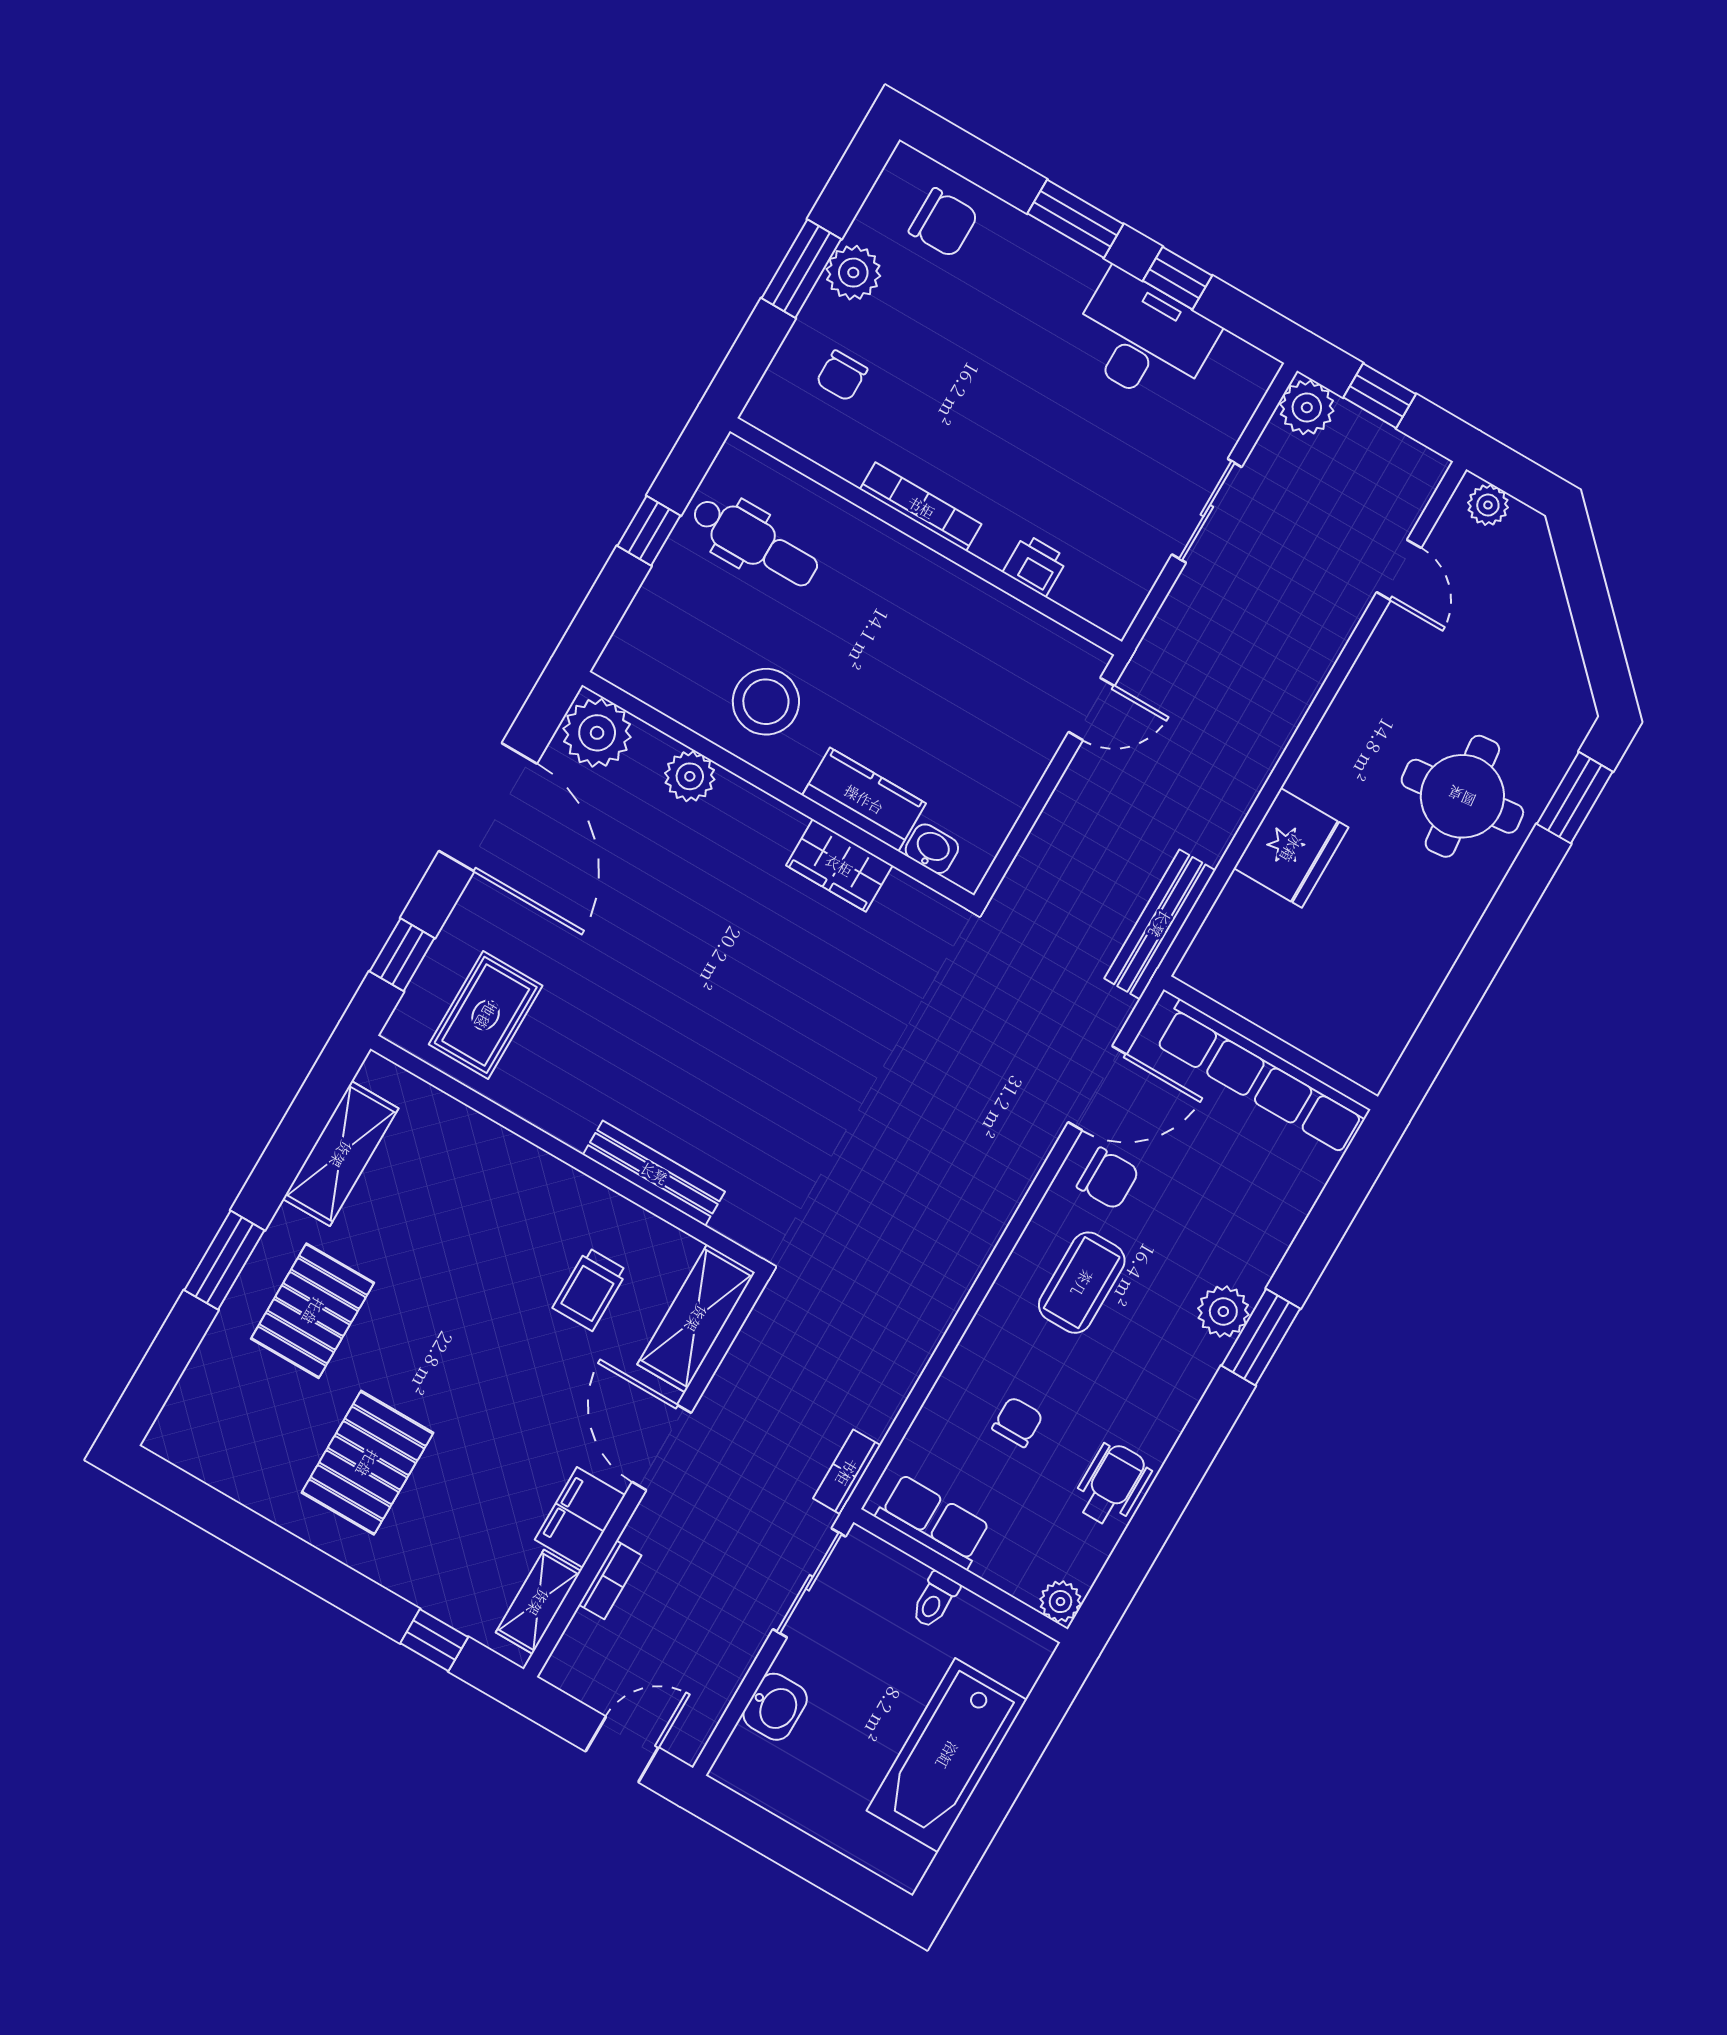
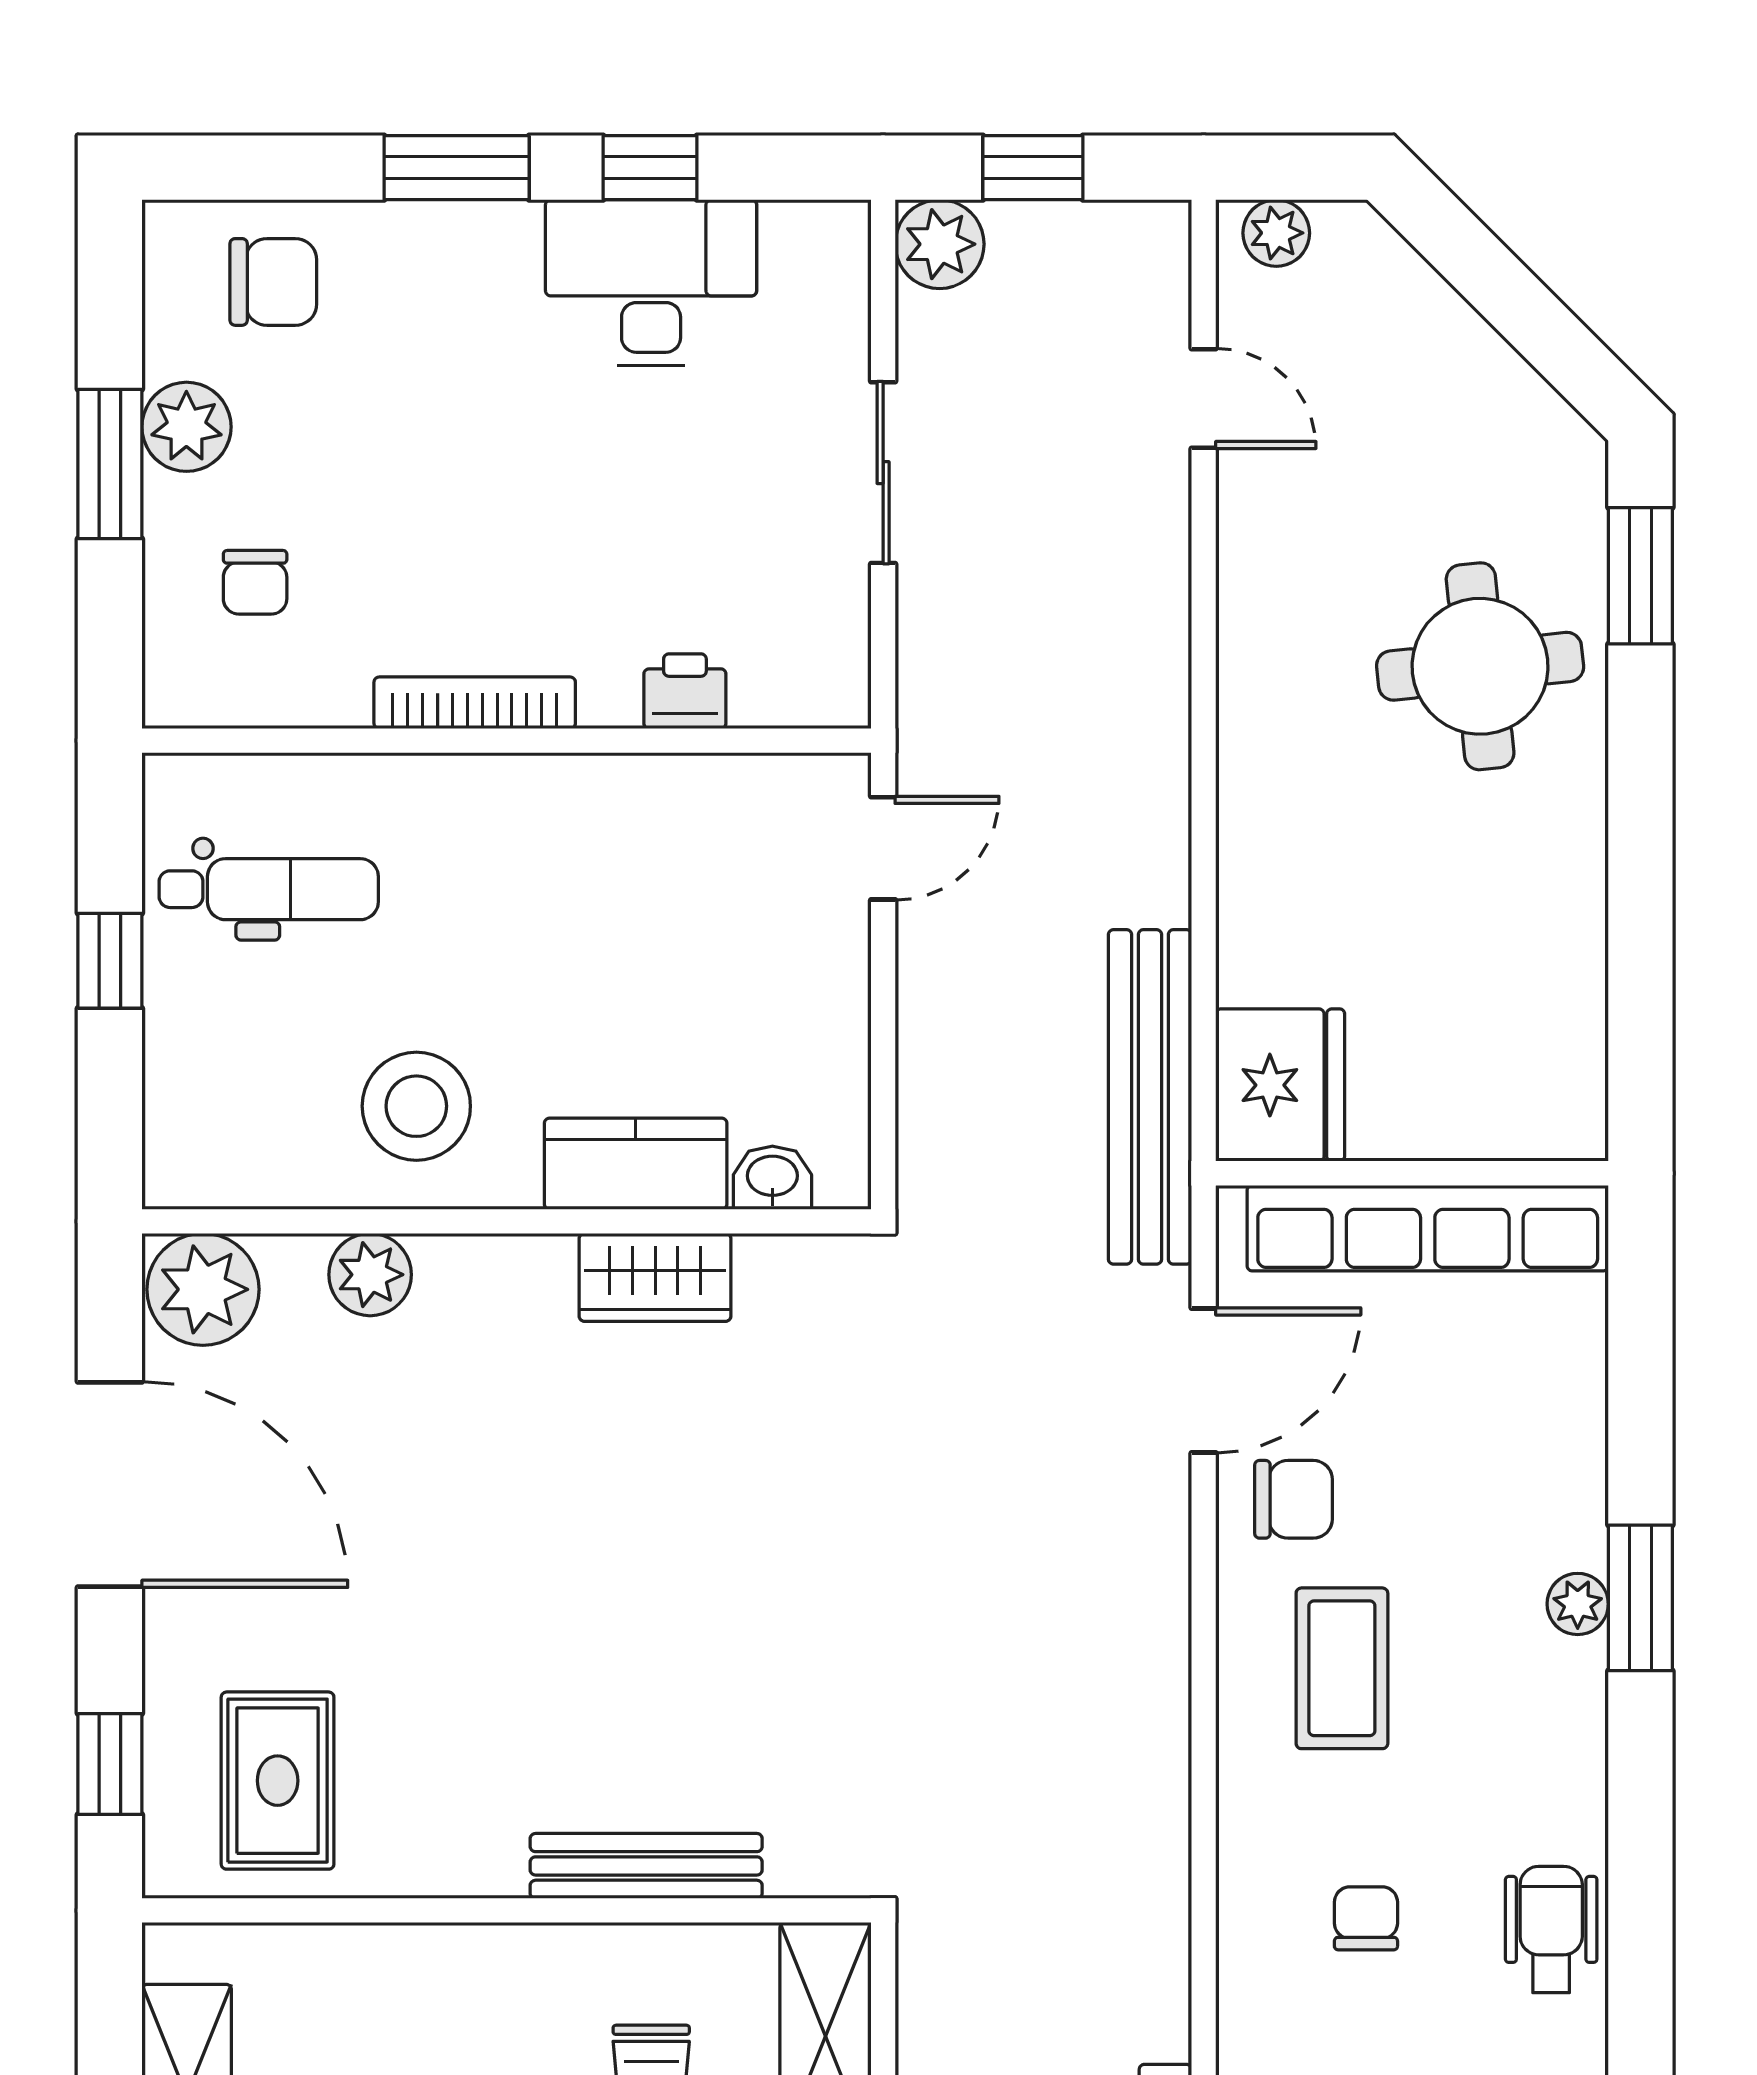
fridge: (1291, 848) -> (1280, 1085), moved
bench: (1160, 924) -> (1150, 1097), width x1.37, depth x1.21
plant: (1223, 1312) -> (1578, 1604), width x0.73, depth x0.73

